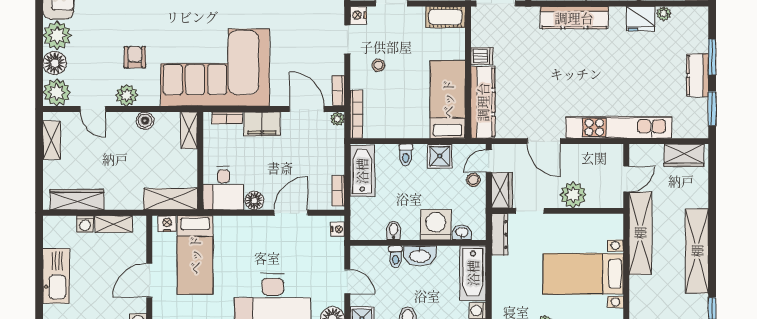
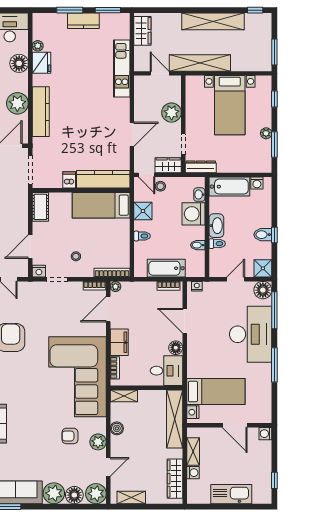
kitchen unit: (619, 127) -> (122, 69), width x0.73
bathtub: (362, 171) -> (166, 268), moved
shelving: (170, 199) -> (175, 419), width x1.47

